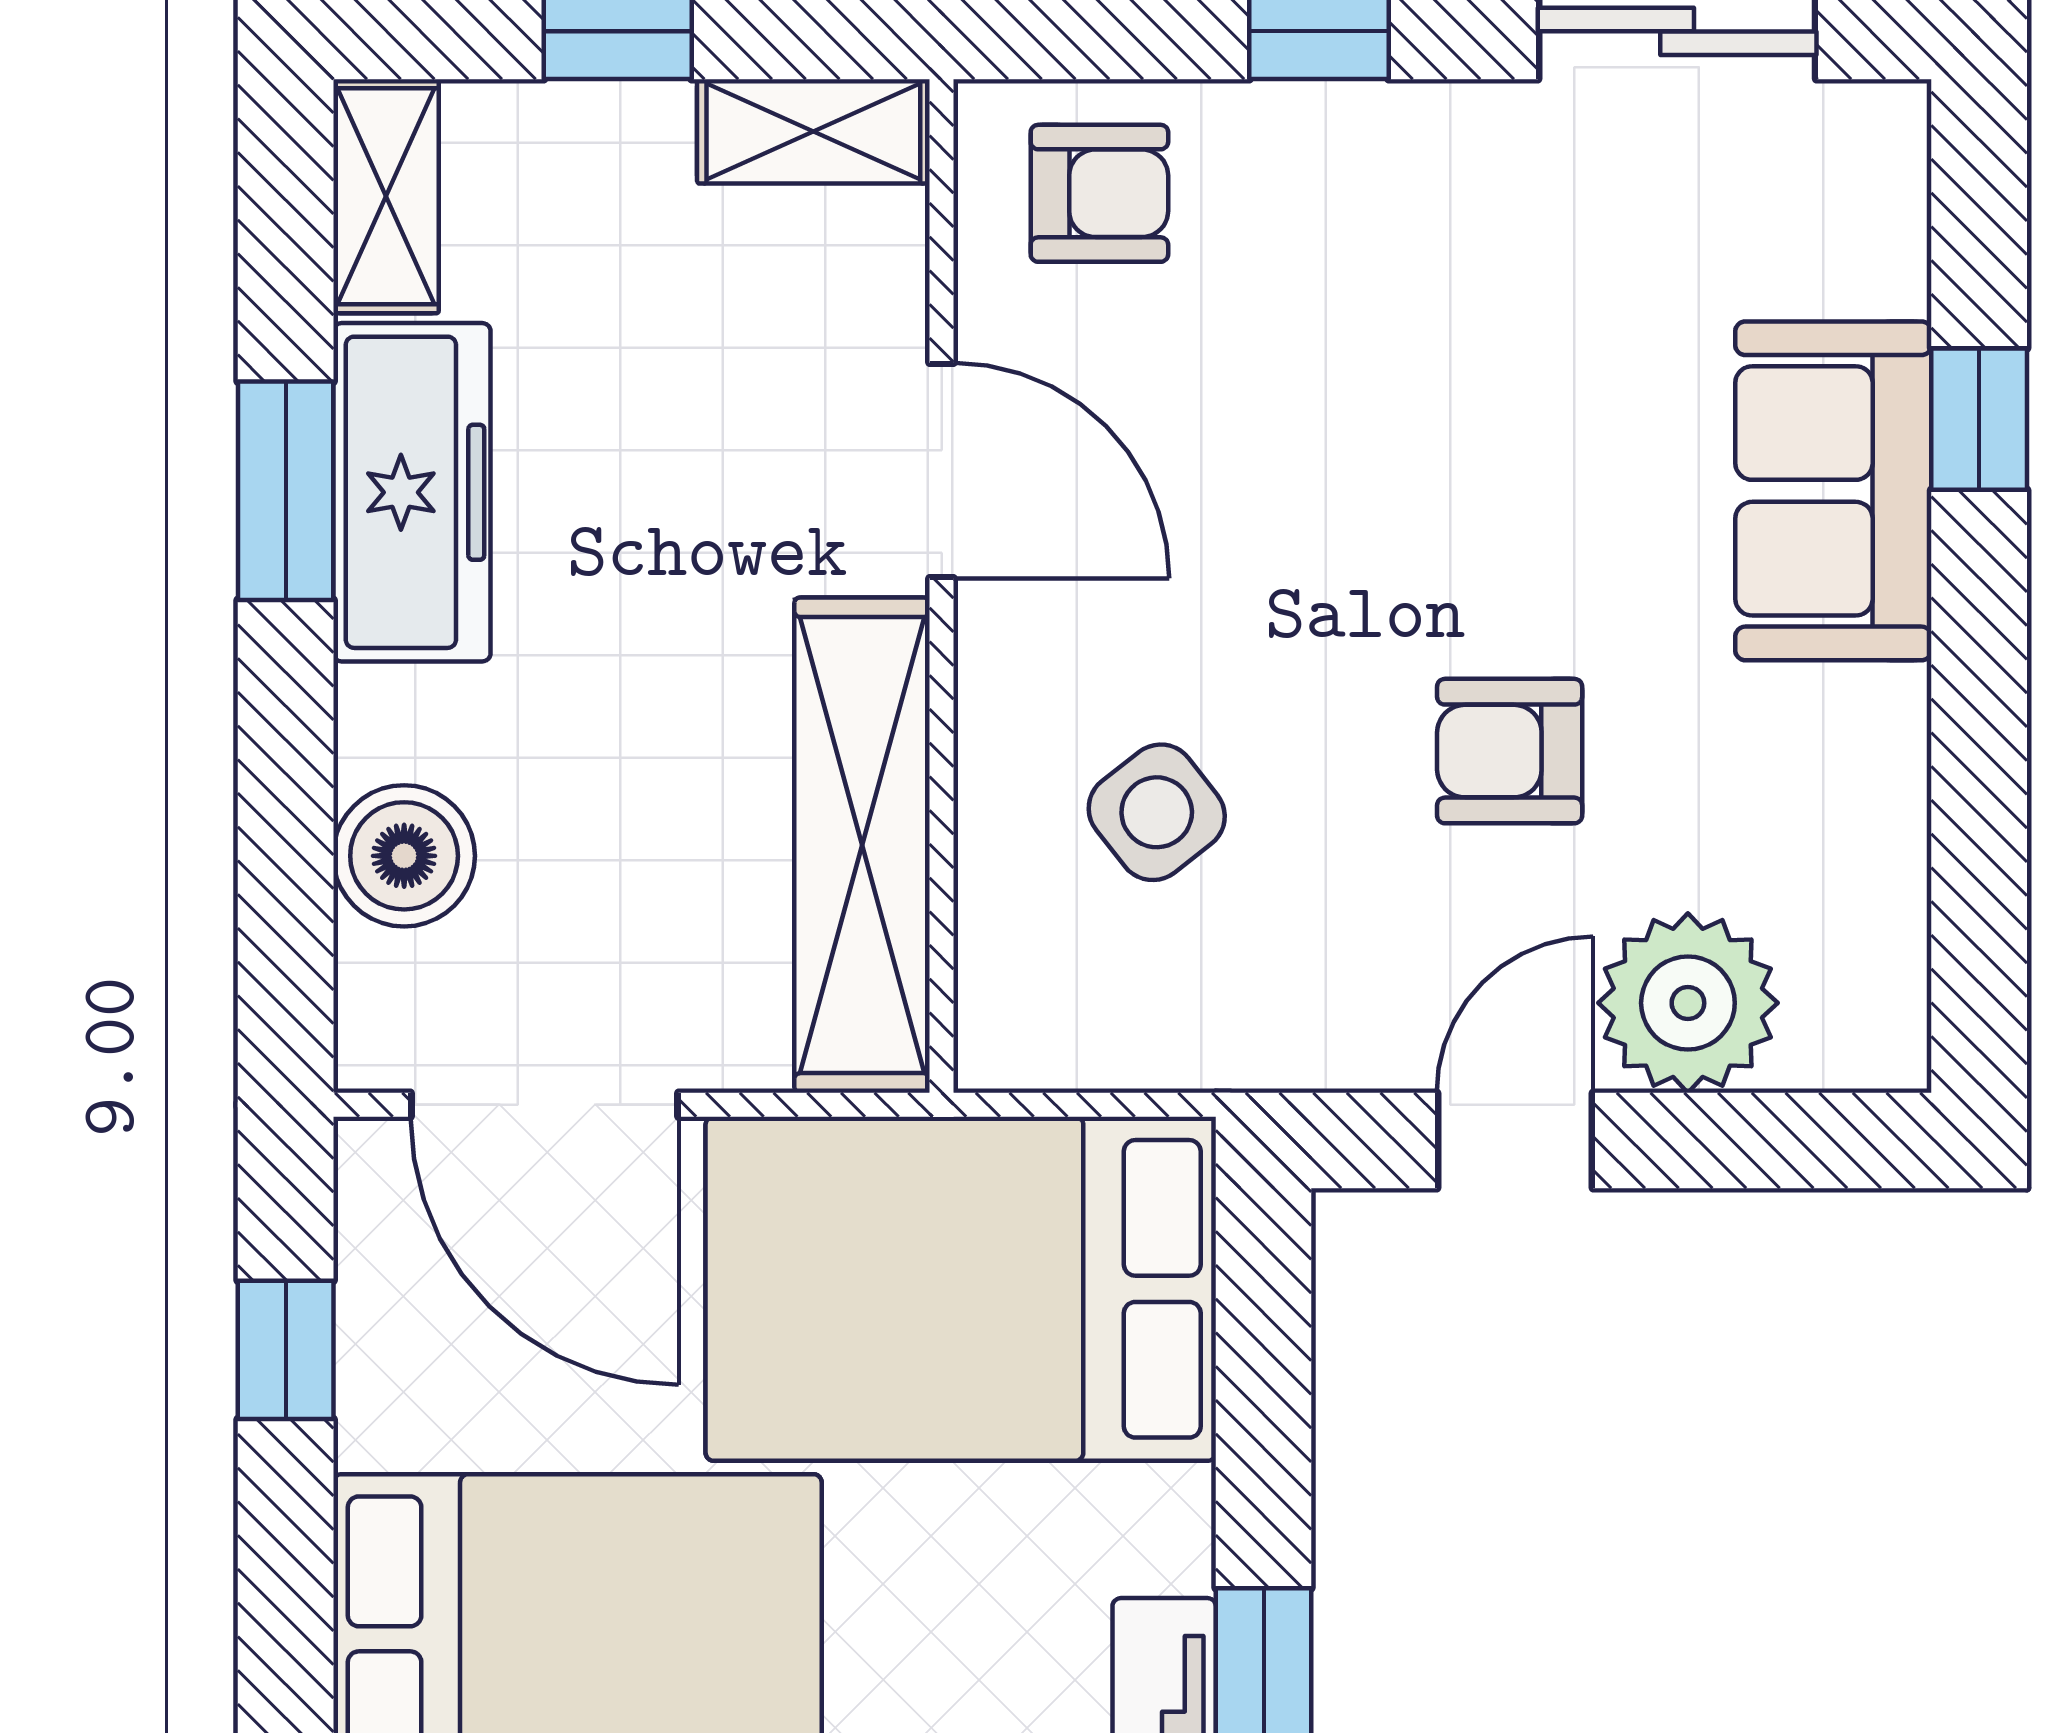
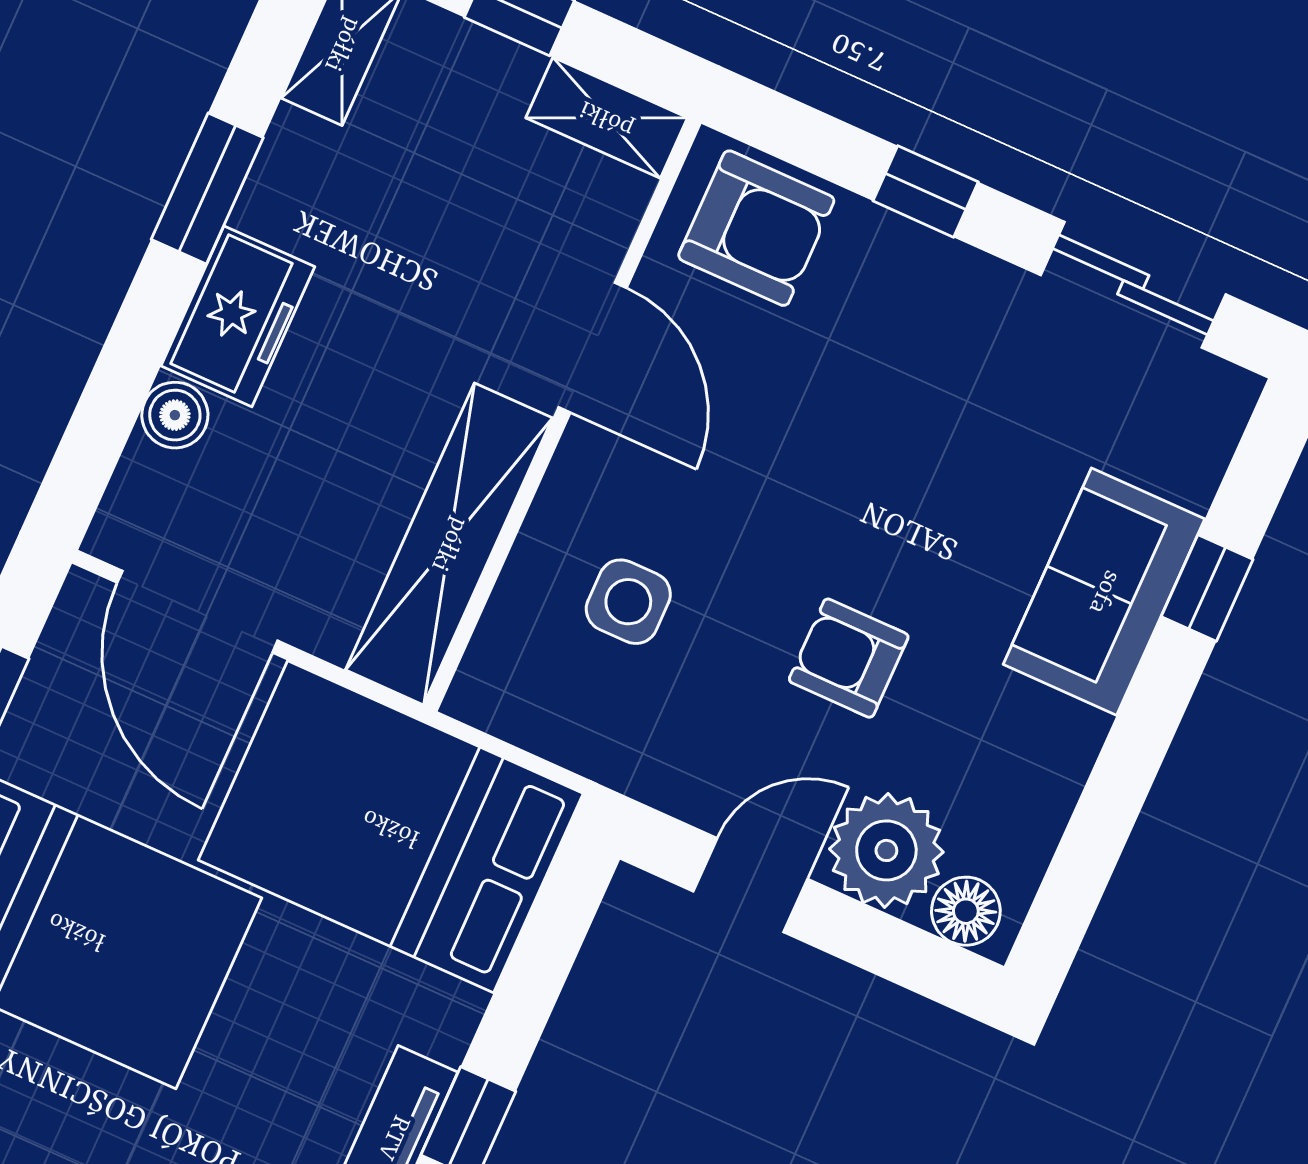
armchair: (1099, 193) -> (756, 228), width x1.38, depth x1.38
freezer: (412, 492) -> (238, 316), moved, width x0.71
side table: (1157, 812) -> (628, 602), turned 38
boiler: (404, 856) -> (175, 415), width x0.73, depth x0.73
floor lamp: (1841, 1039) -> (966, 911), added

